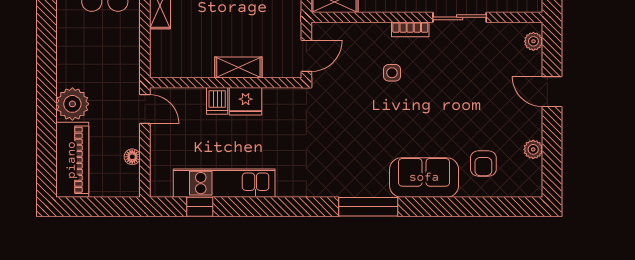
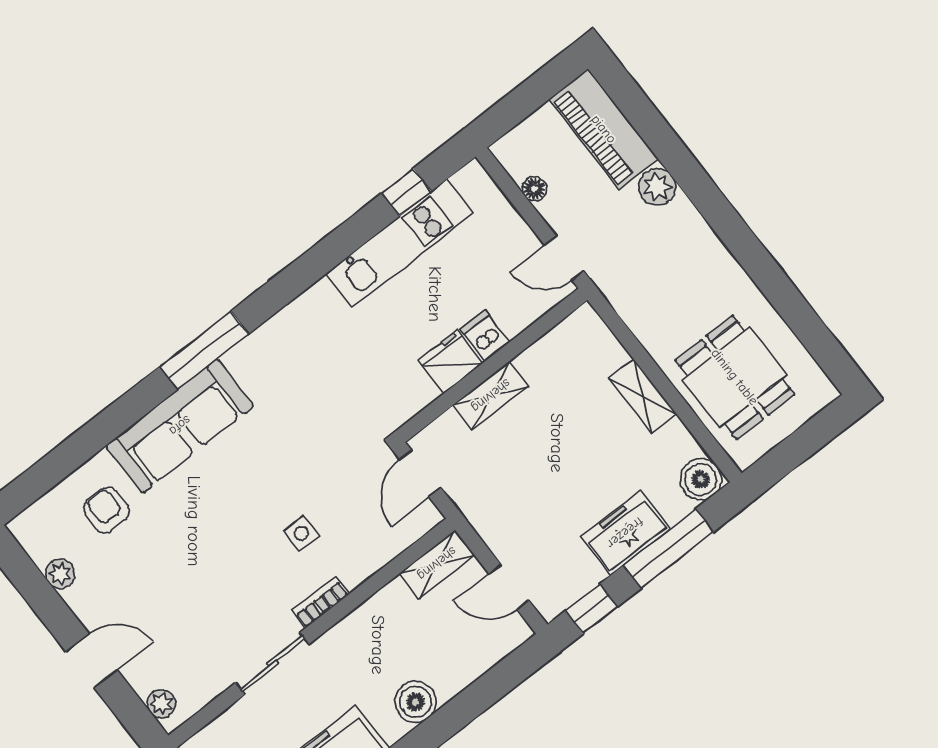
plant: (72, 104) -> (657, 187), width x0.73, depth x0.73
sofa: (424, 178) -> (180, 426), width x1.36

